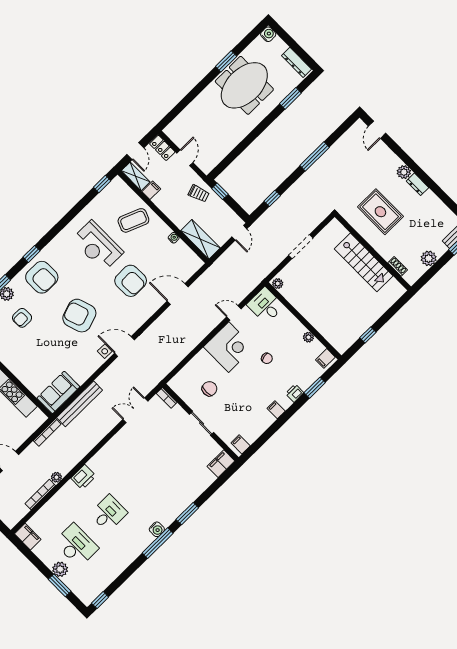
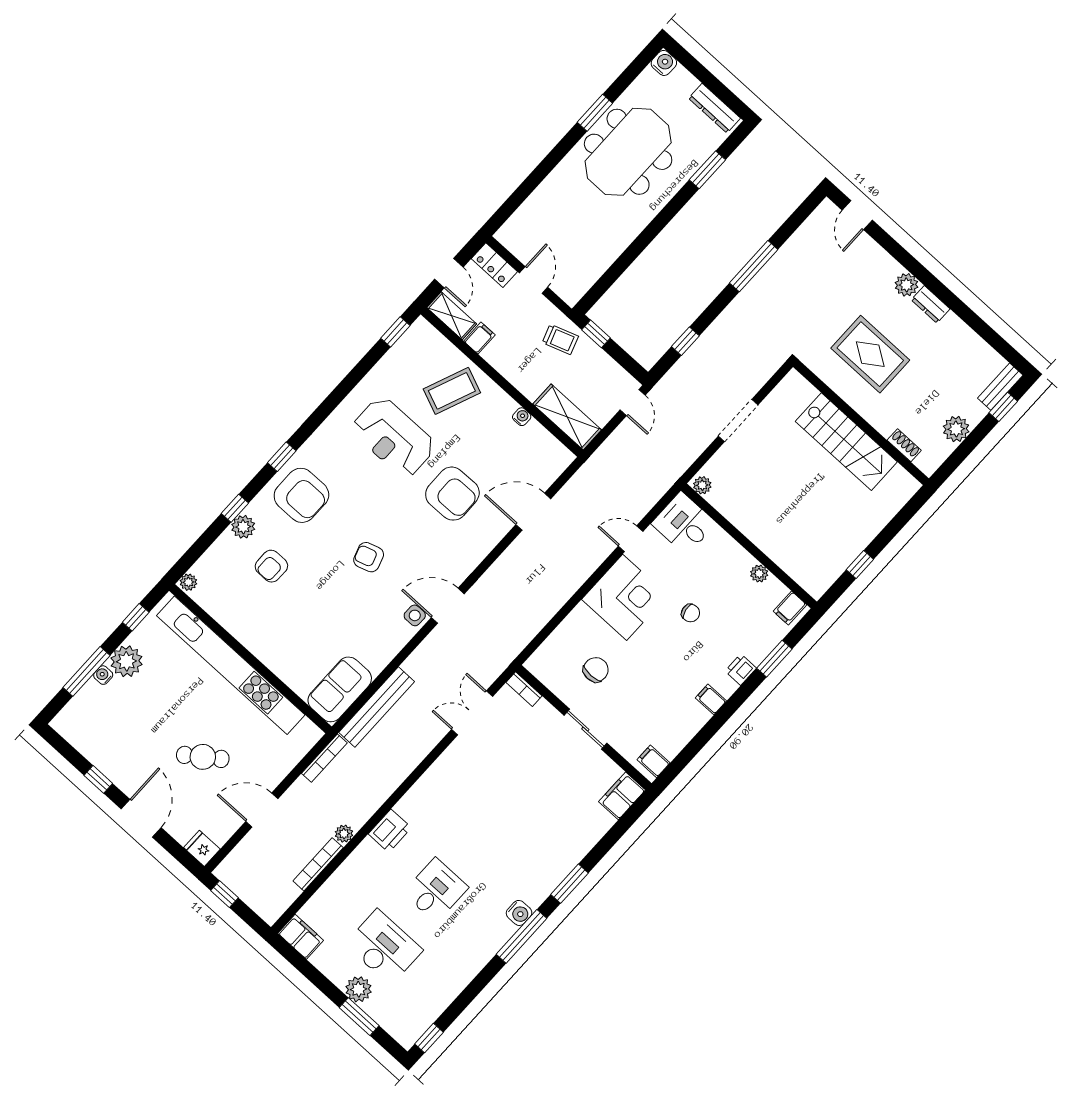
armchair: (79, 316) -> (369, 557), width x0.53, depth x0.53

